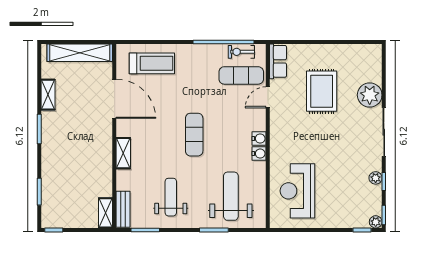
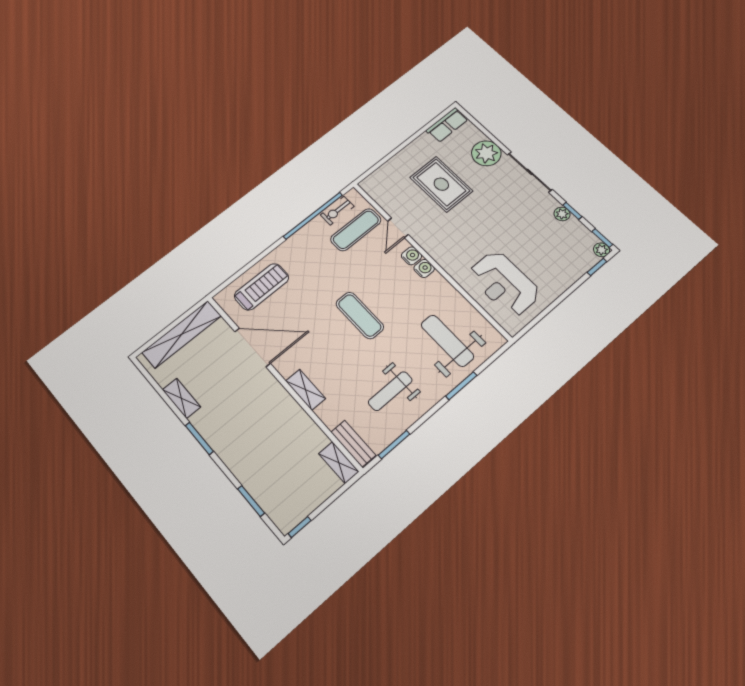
row of seats: (278, 61) -> (447, 125), moved, turned 90
water cooler: (259, 154) -> (412, 256), moved
weight bench: (171, 197) -> (390, 391), turned -90

